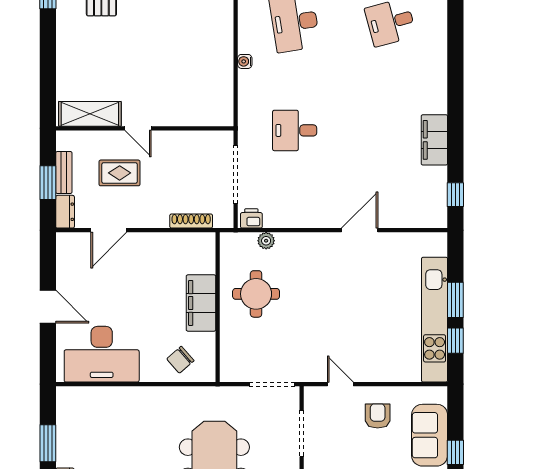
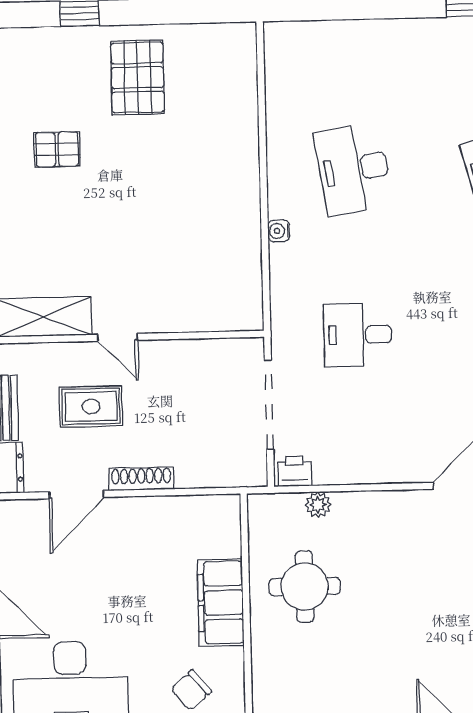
shoe rack: (191, 221) -> (141, 479), moved

